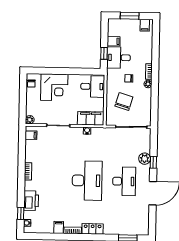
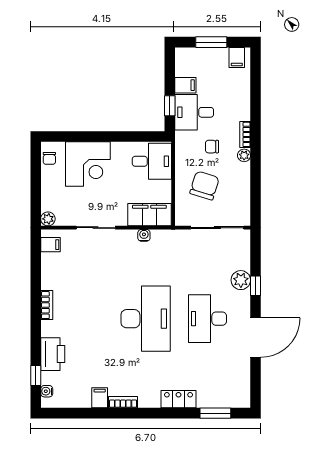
desk: (124, 181) -> (207, 319), turned 180
locker: (93, 229) -> (178, 399), moved

